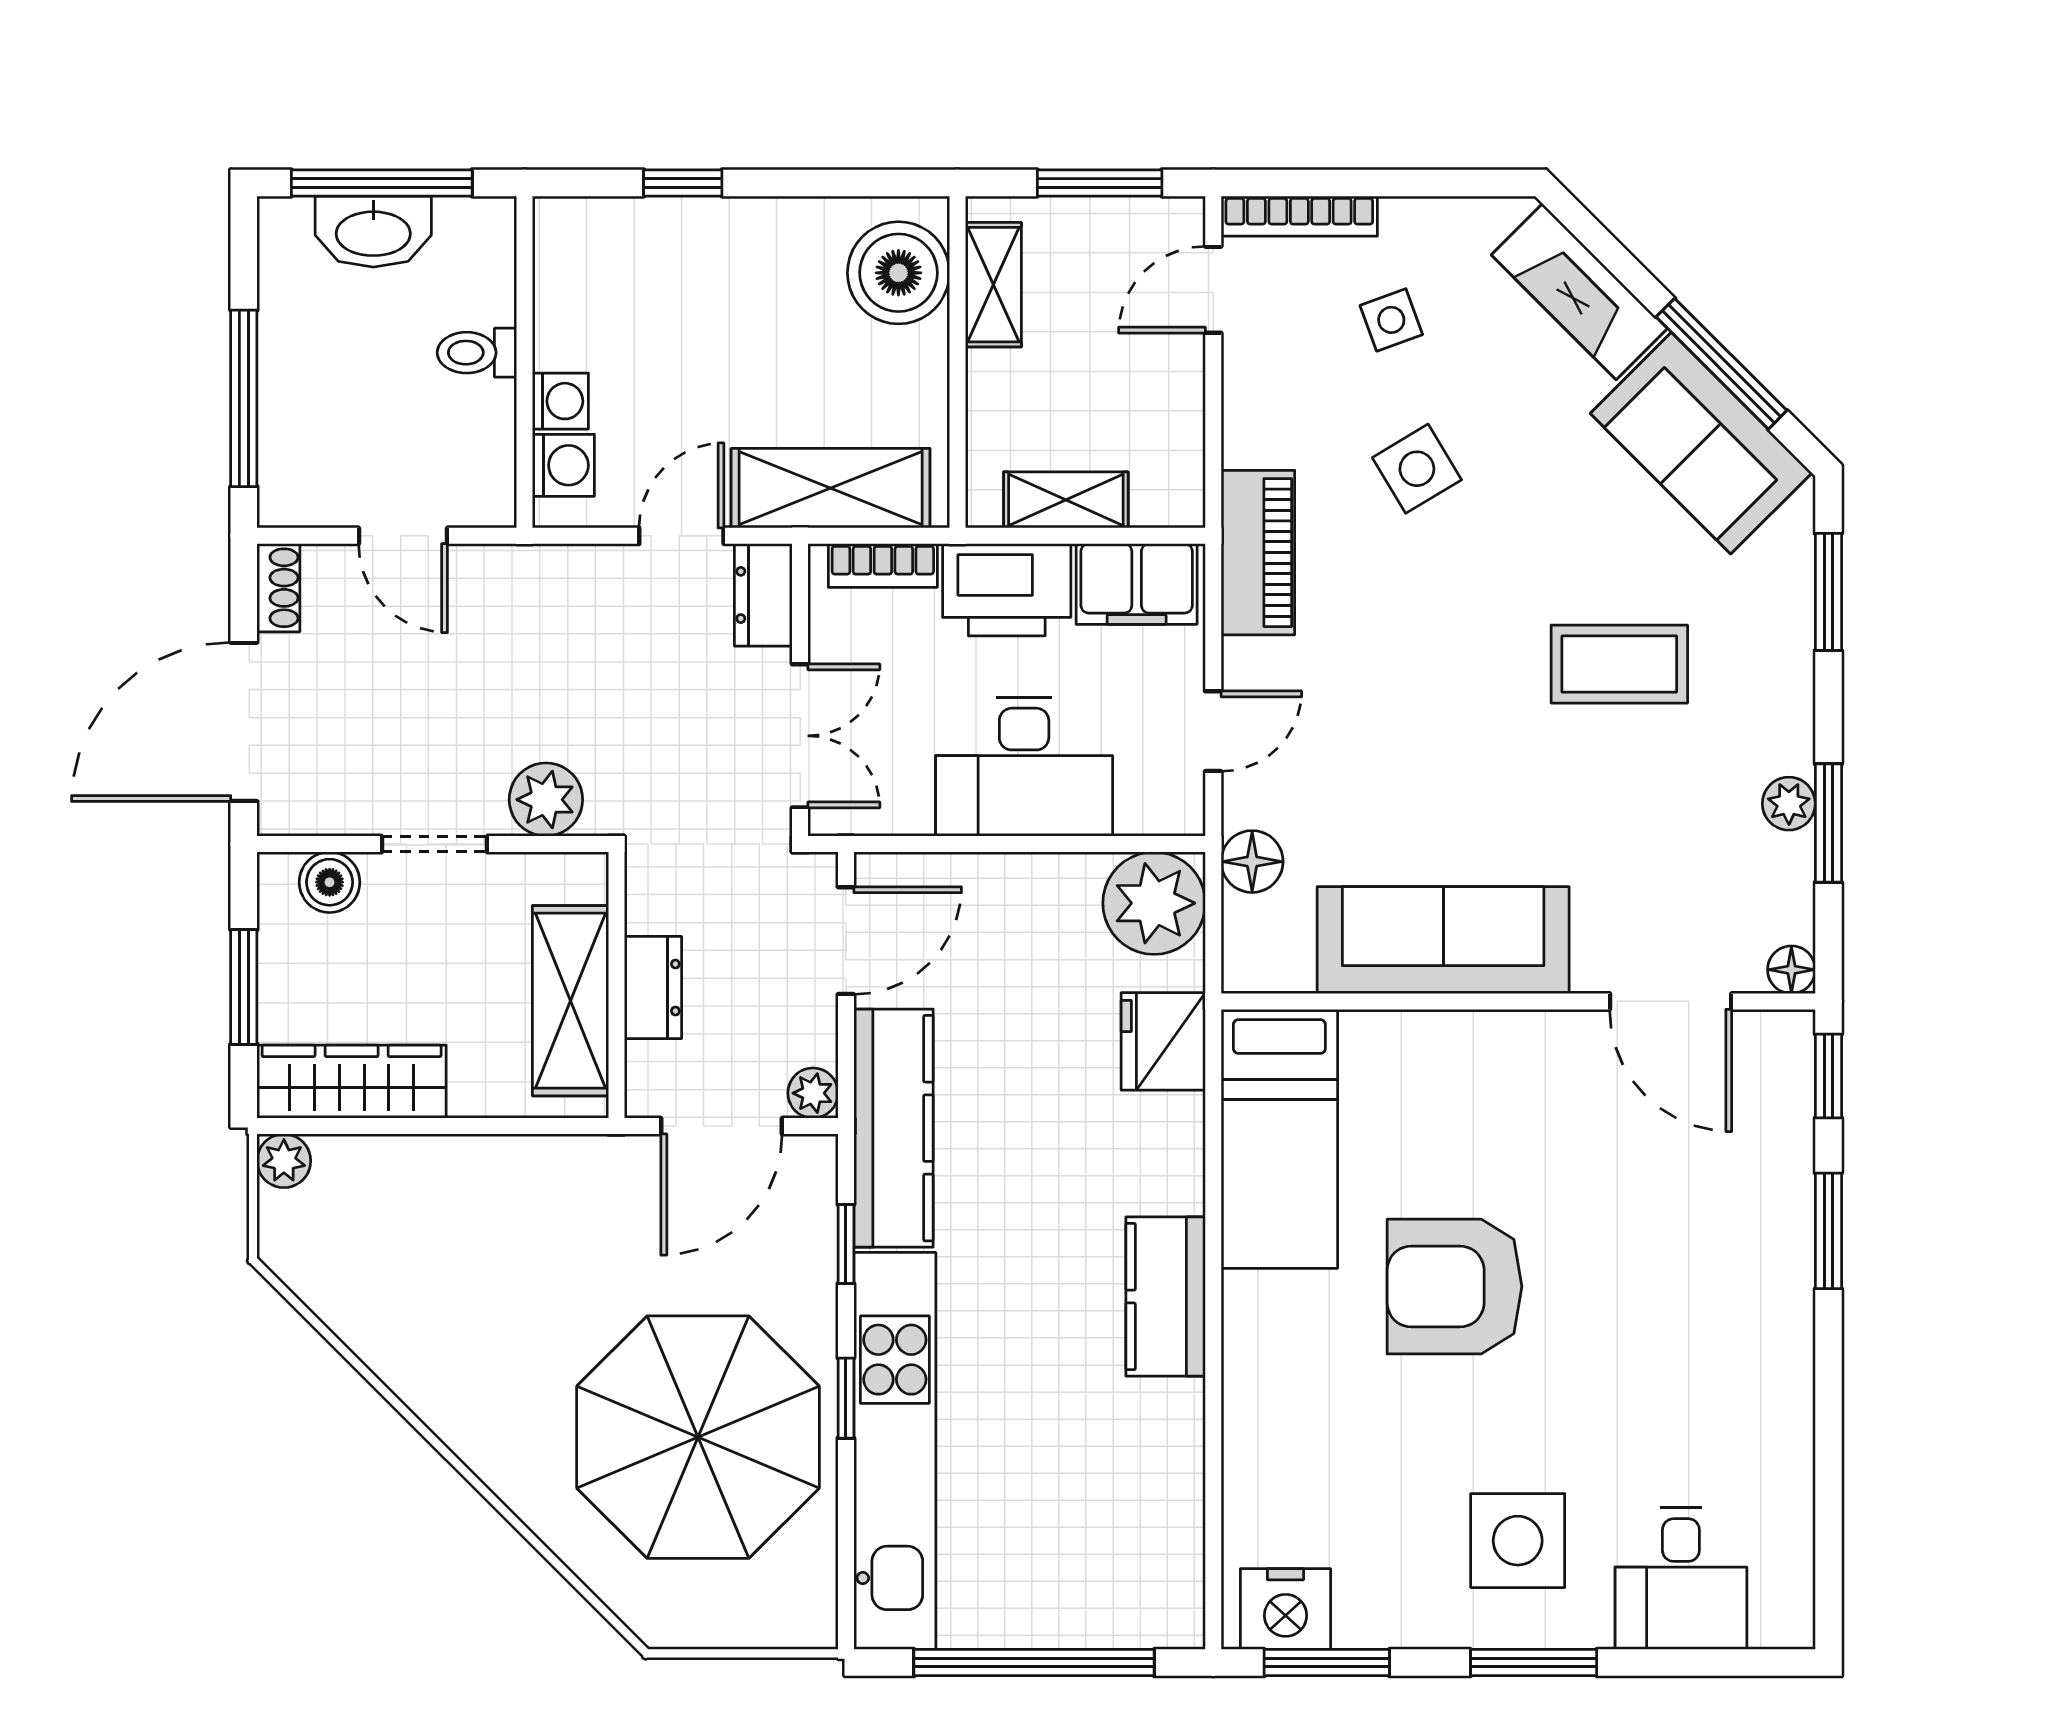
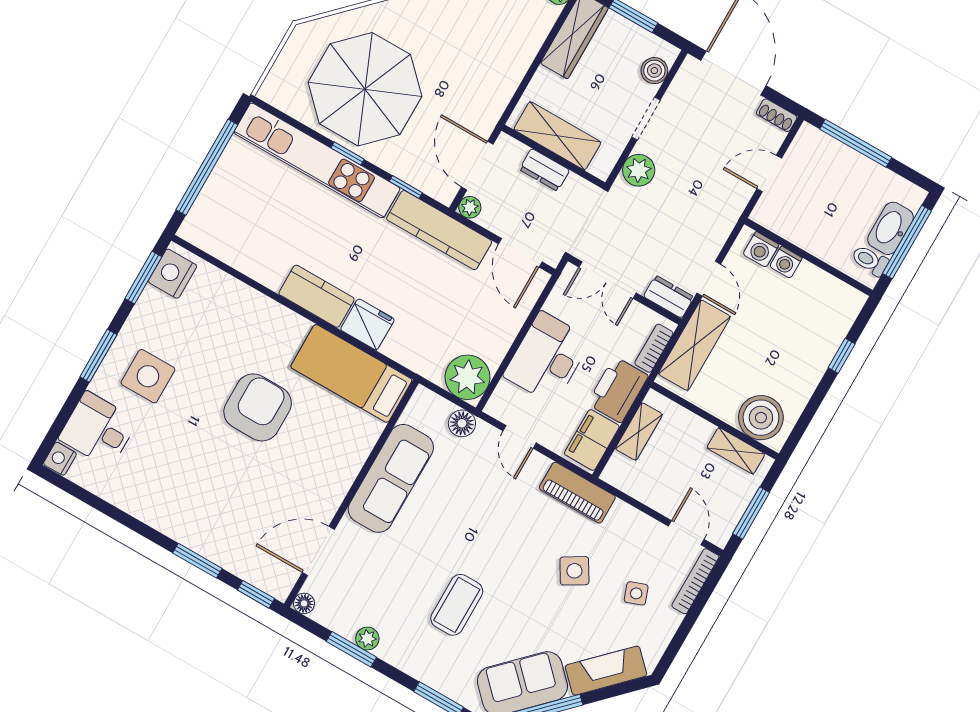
toilet: (477, 353) -> (870, 261), moved, turned -90
fridge: (1163, 1041) -> (367, 324), moved
nightstand: (1783, 1621) -> (60, 459), added

